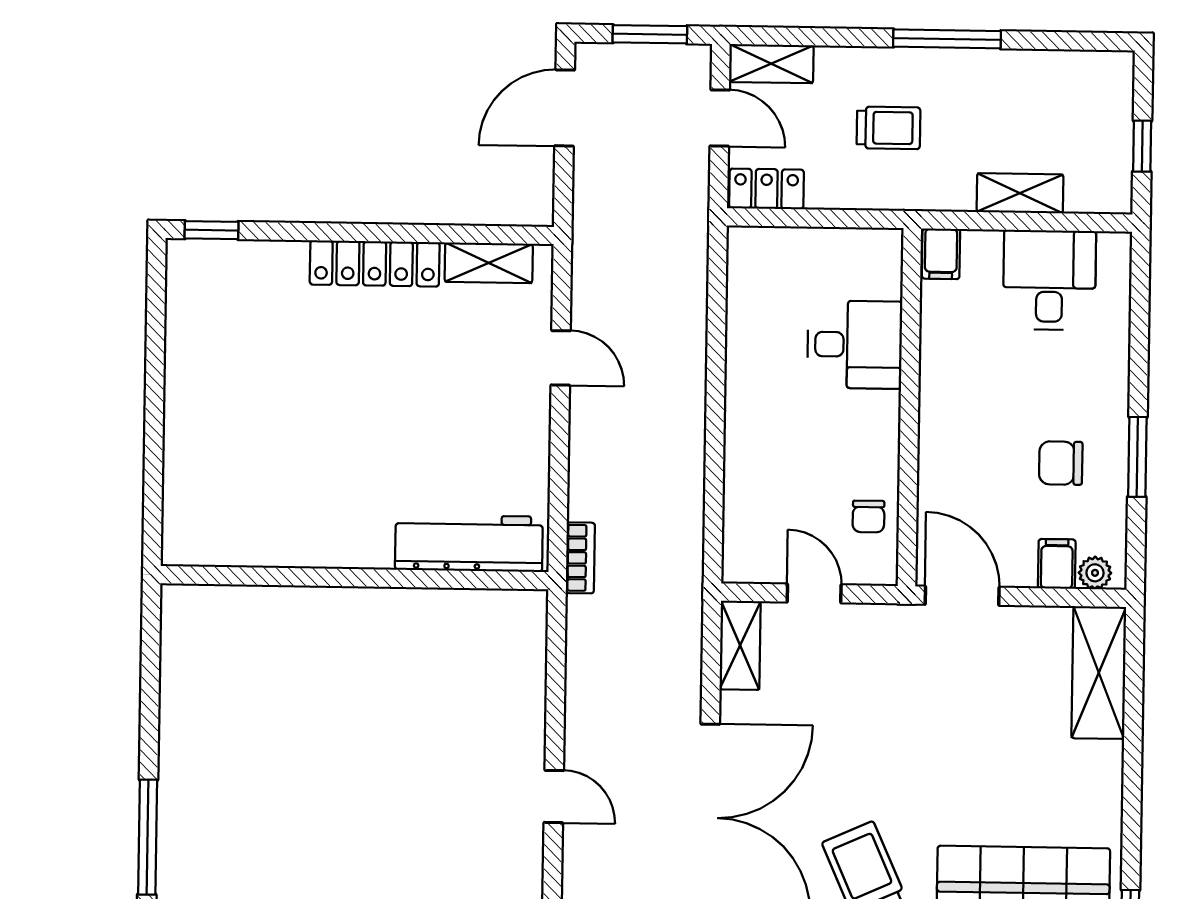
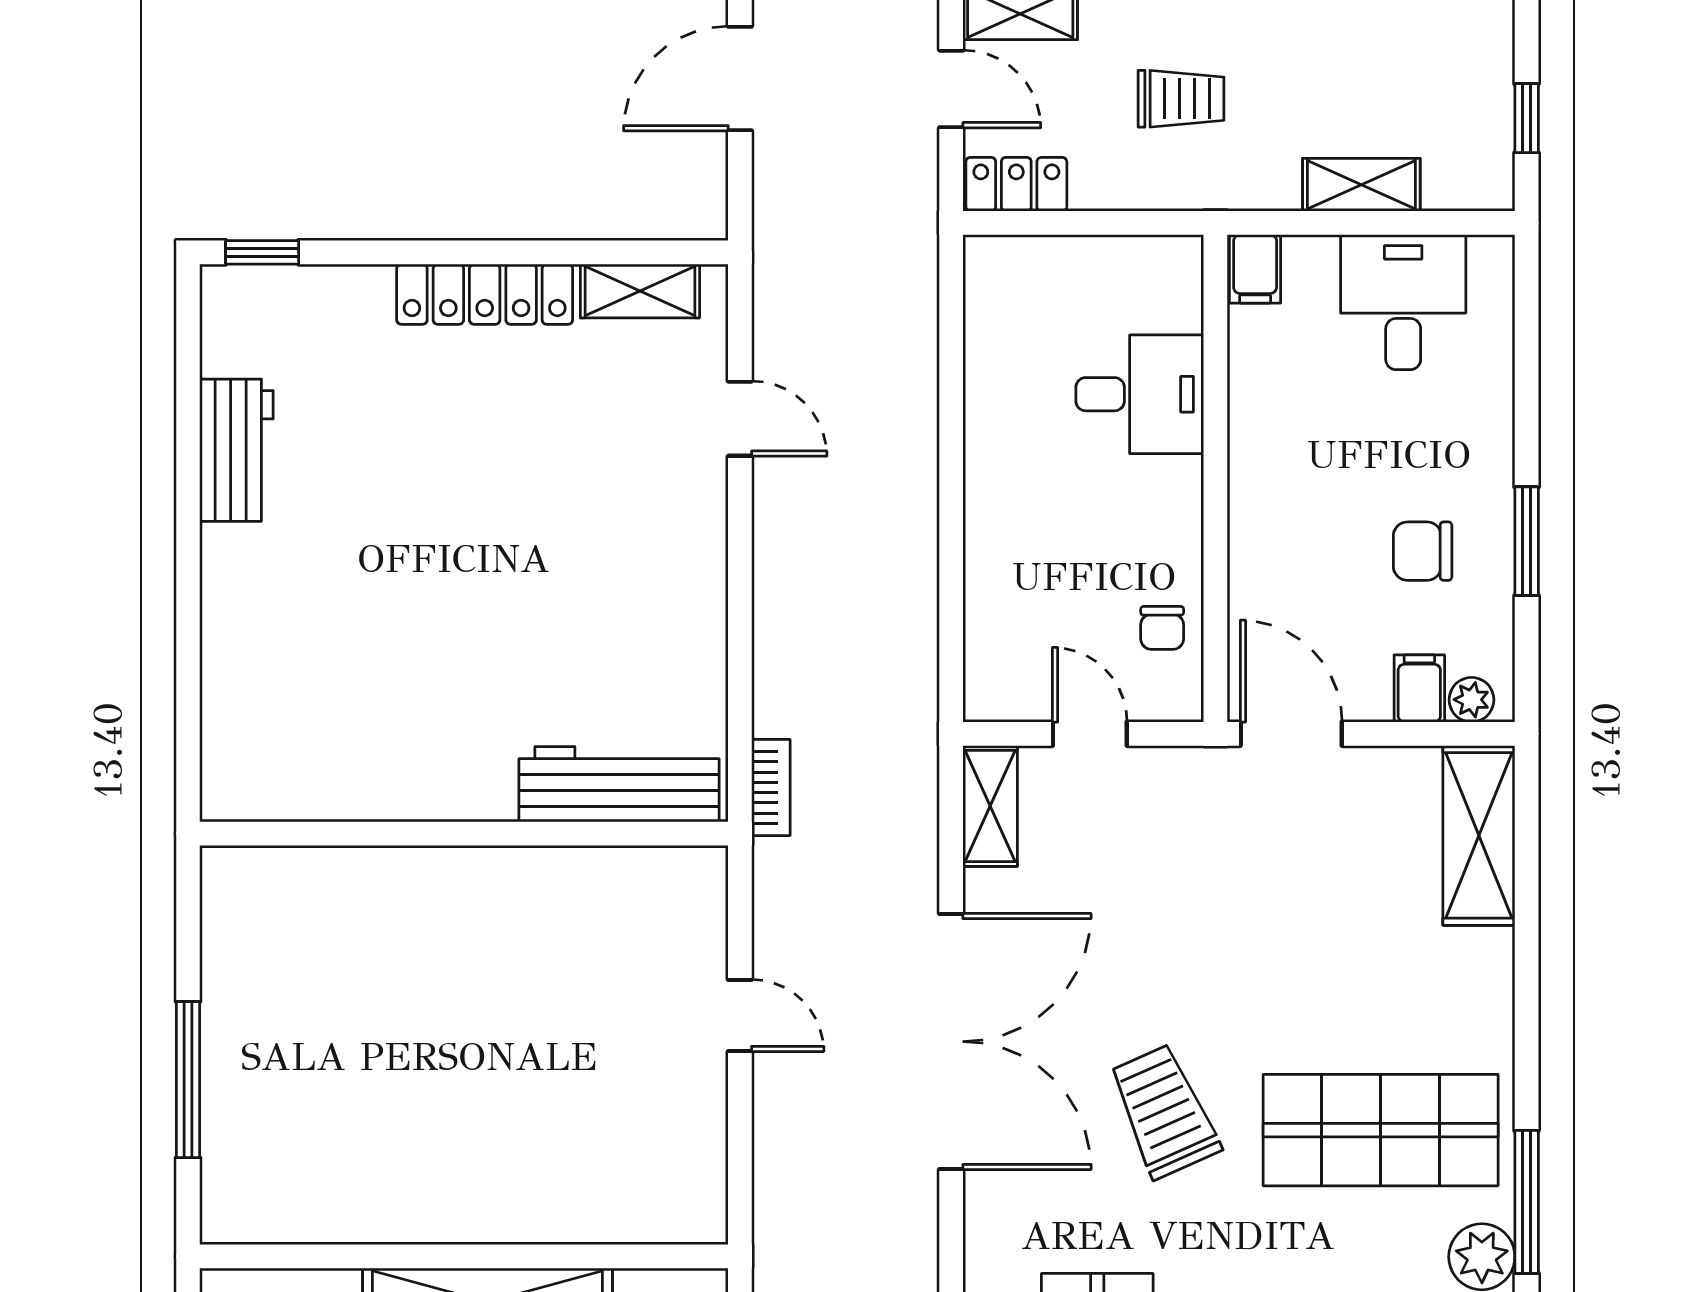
workbench: (190, 375) -> (236, 450), added
workbench: (469, 543) -> (619, 784), moved
bookcase: (580, 558) -> (771, 787), moved
wall: (354, 578) -> (464, 834), moved

